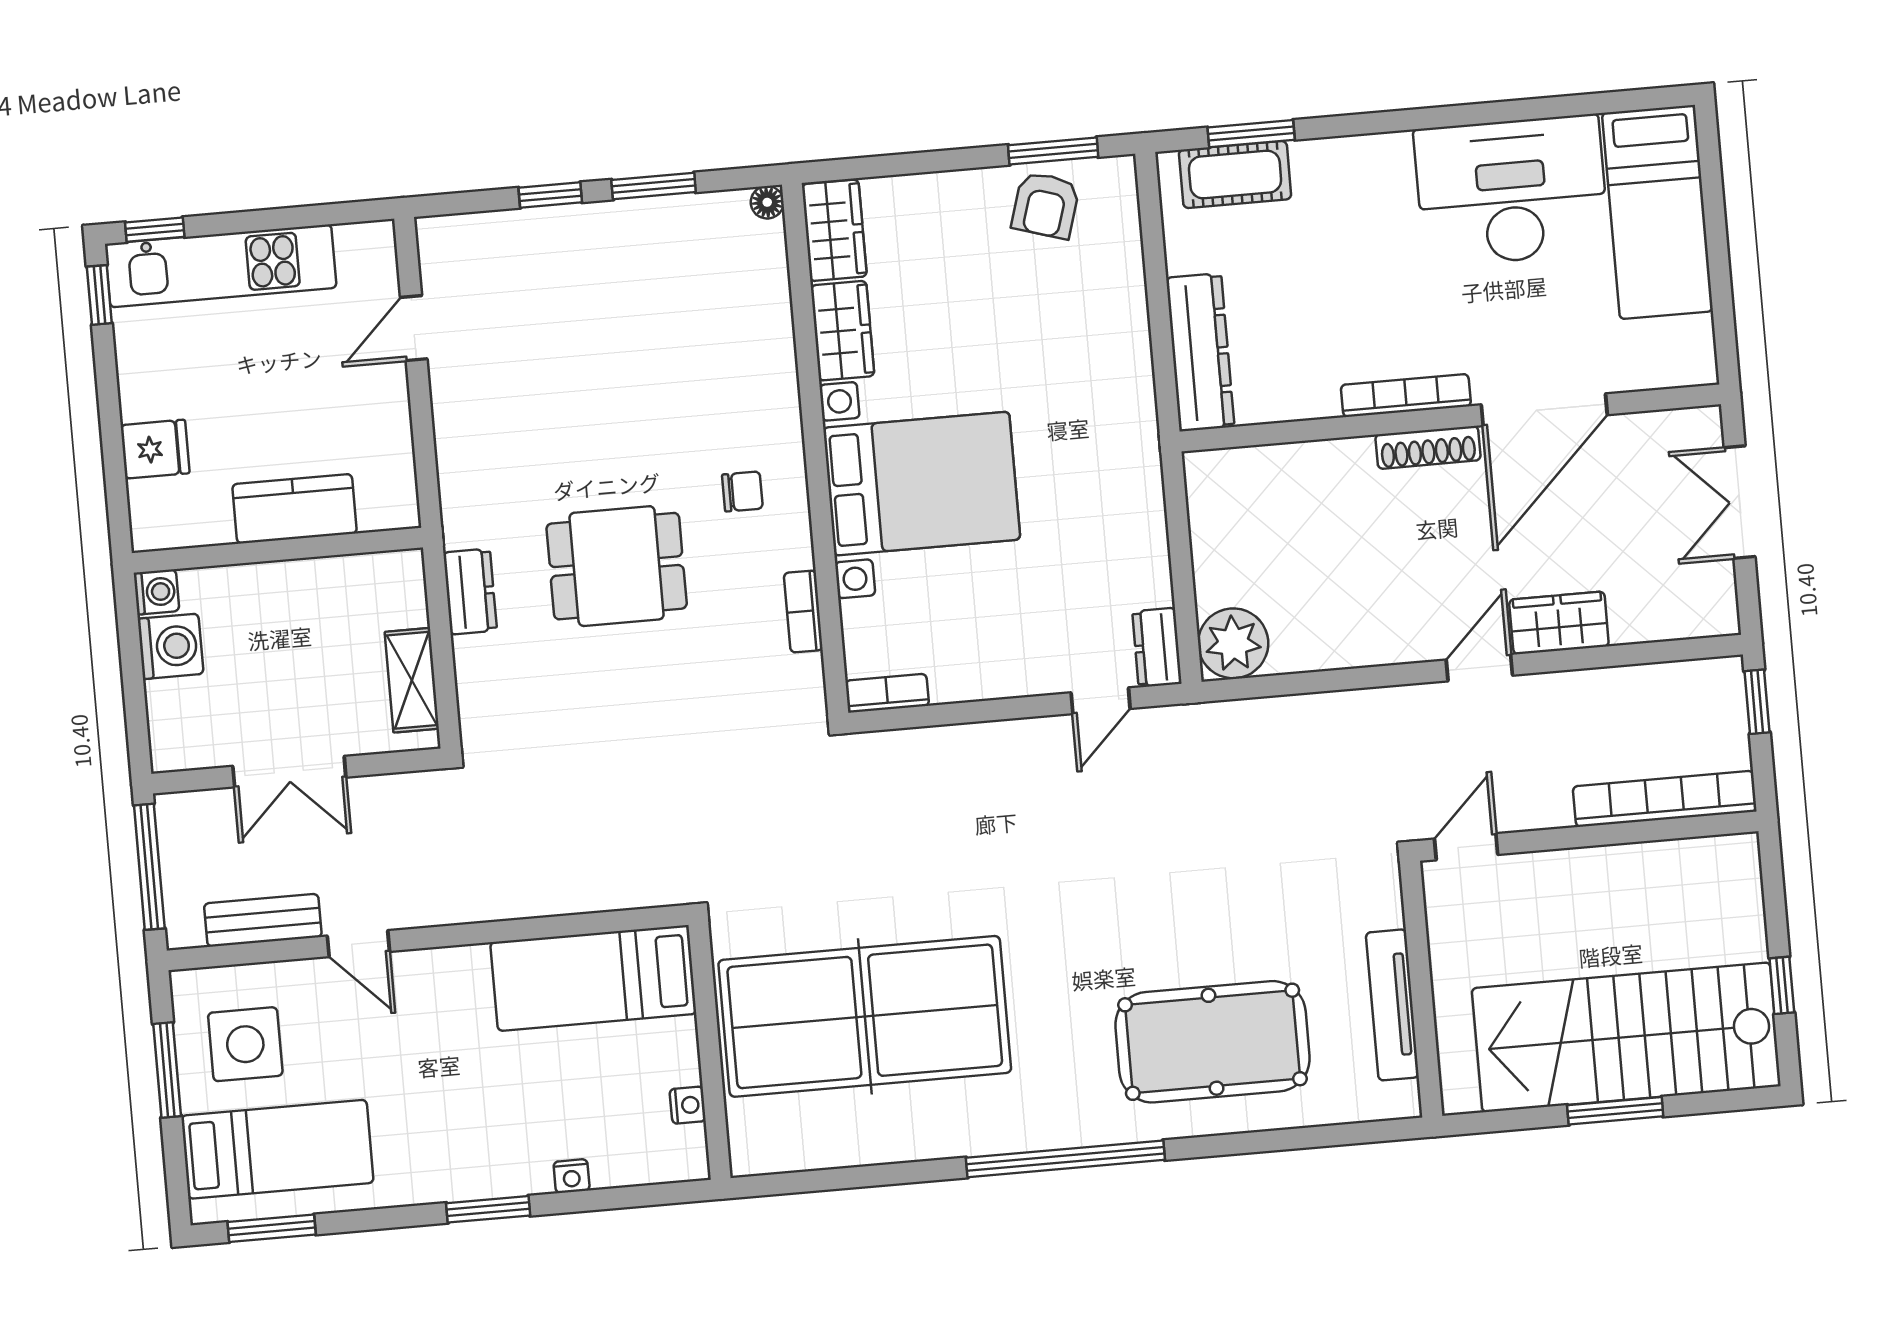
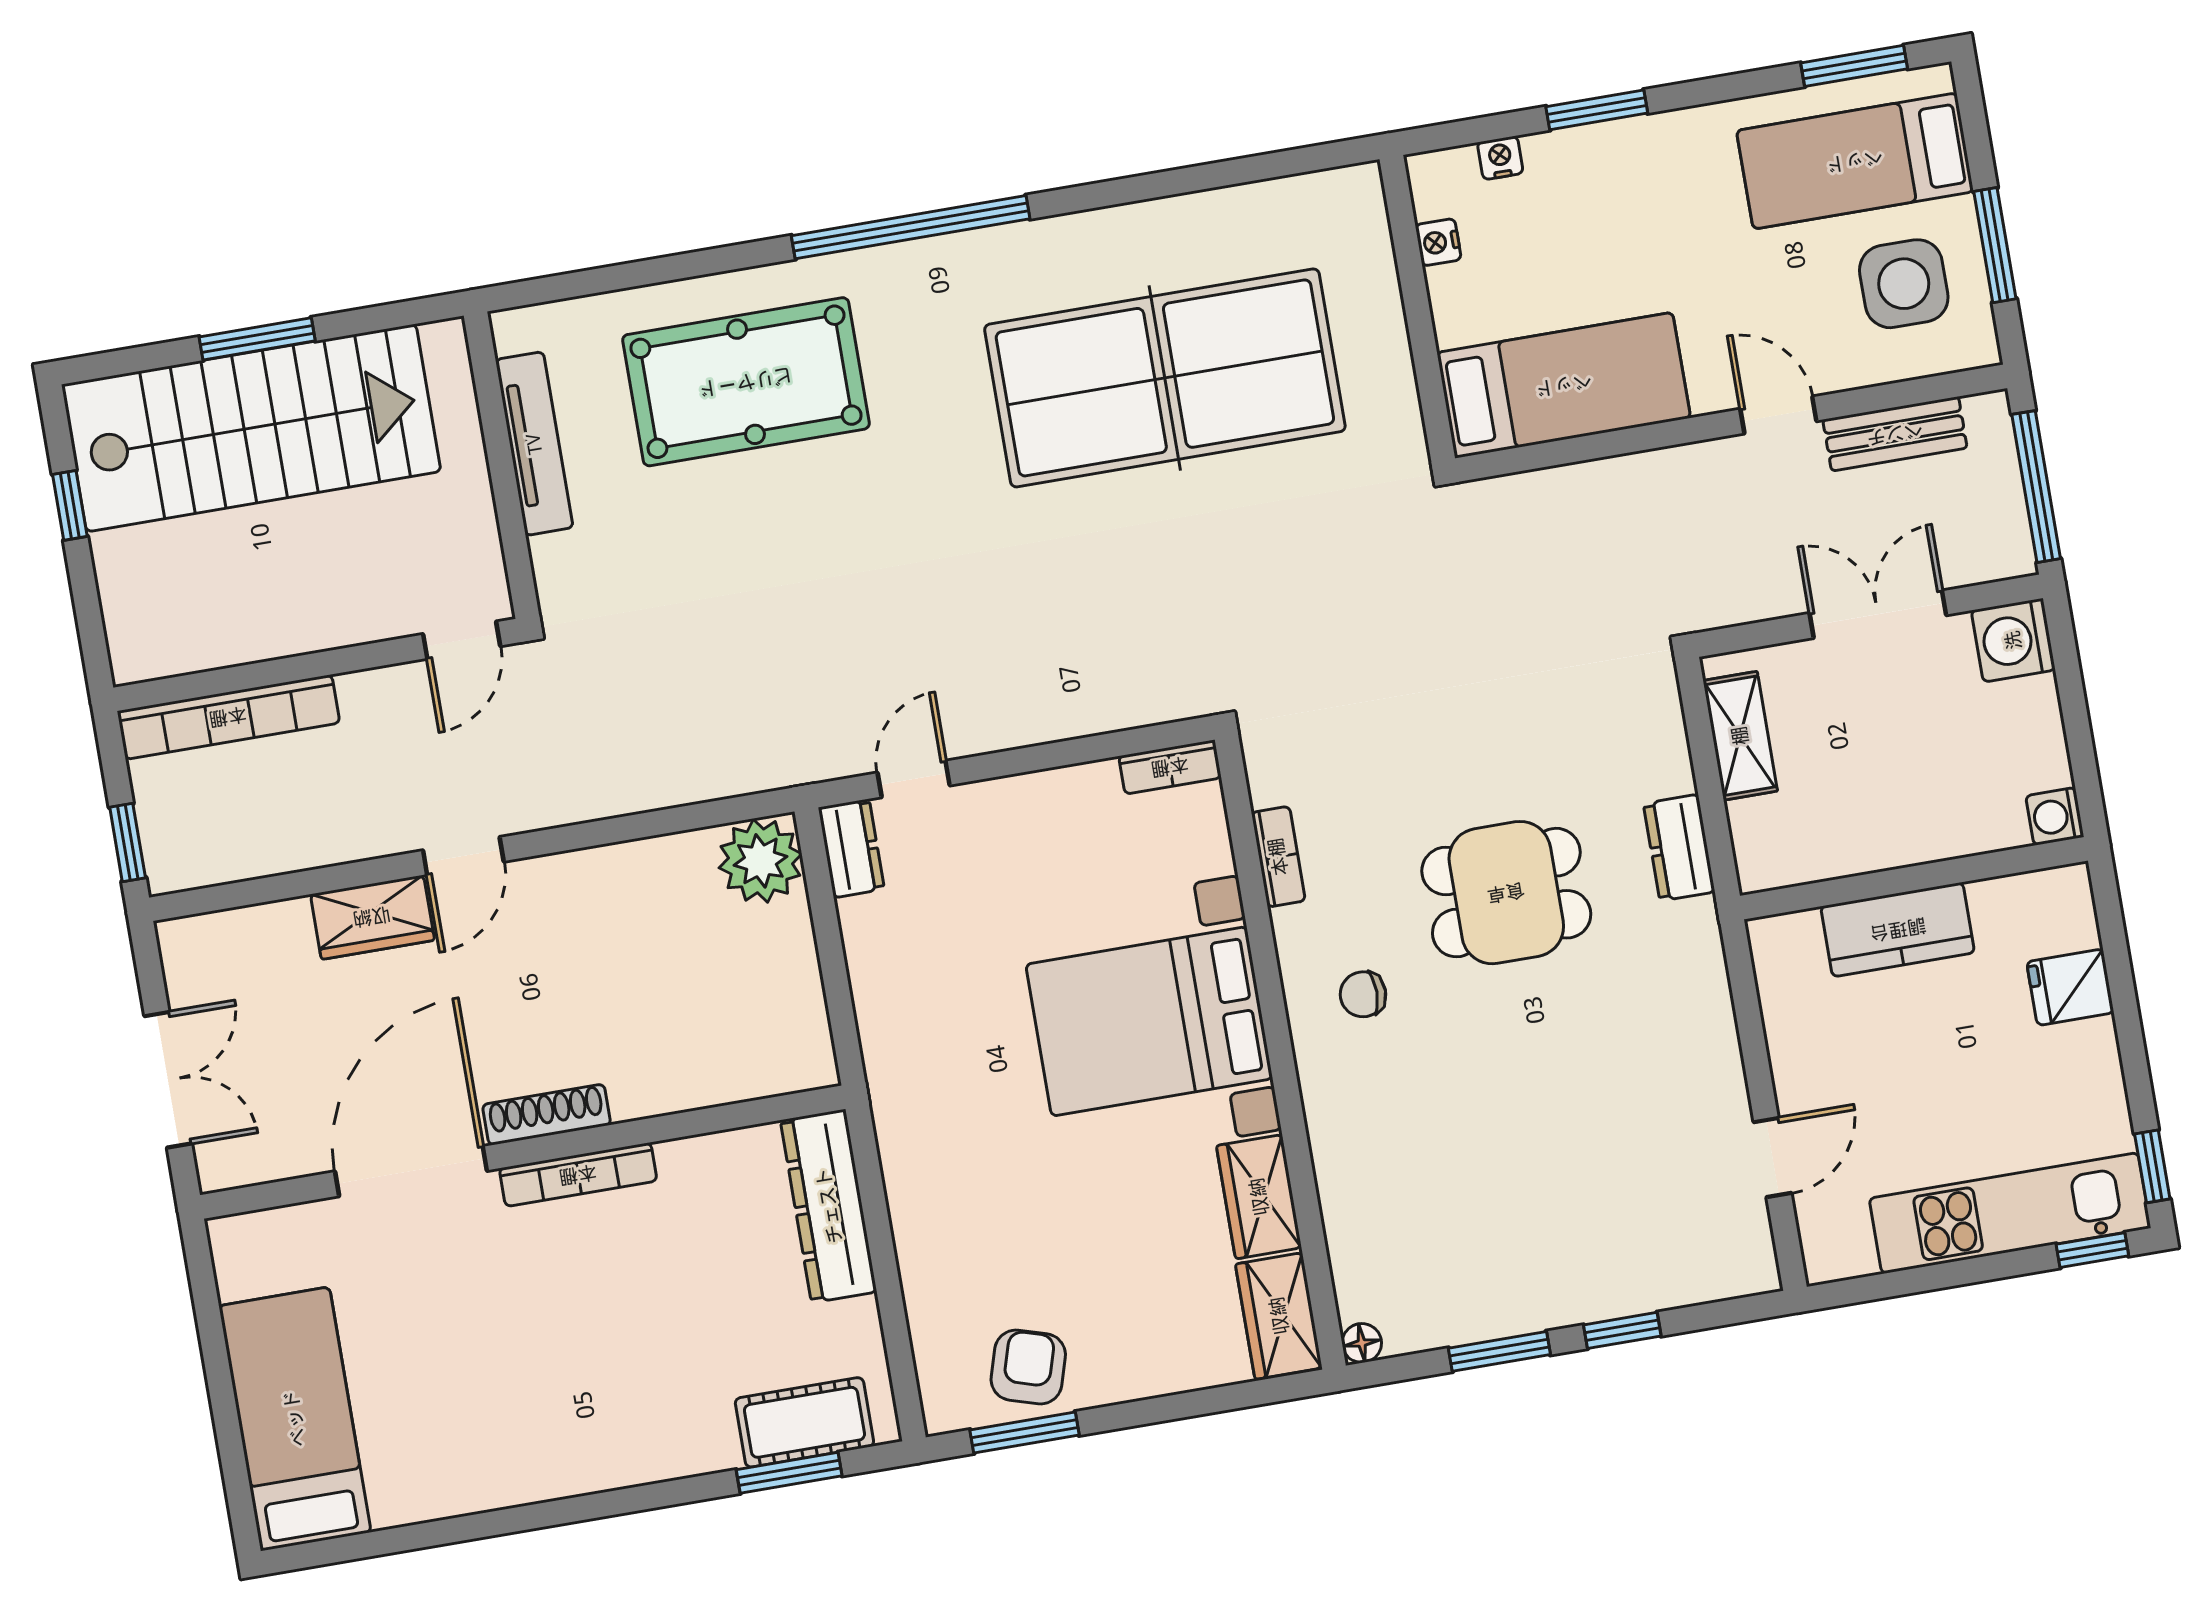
desk: (1511, 191) -> (472, 1430), removed
washing machine: (170, 646) -> (2013, 640), moved
bed: (593, 978) -> (1564, 385), moved
wall: (710, 1051) -> (1417, 309), moved
nightstand: (688, 1105) -> (1438, 242), moved

